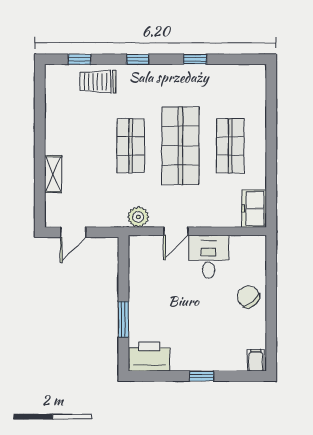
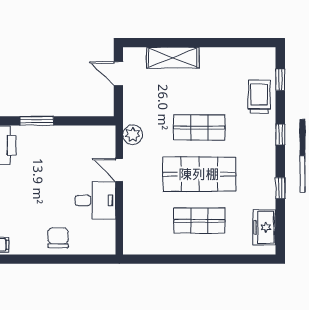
shelving: (53, 174) -> (173, 58), width x1.50, depth x1.33
freezer: (254, 209) -> (264, 227), moved, turned -90
chair: (248, 297) -> (58, 238), turned -49

